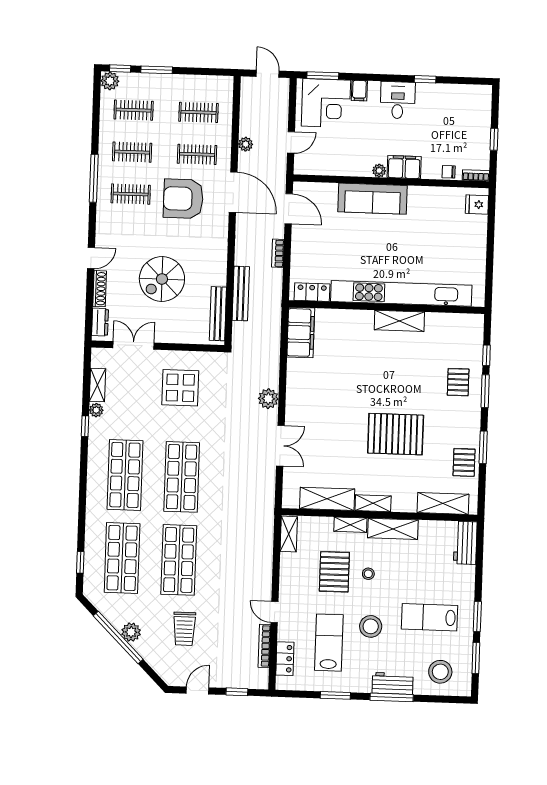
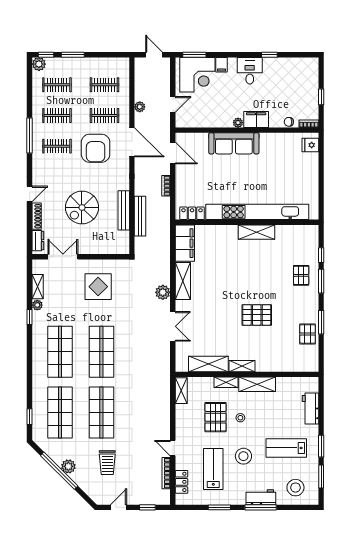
armchair: (183, 199) -> (96, 148), turned -90
bench: (218, 314) -> (124, 210), moved
pallet: (396, 434) -> (257, 315), width x0.73, depth x0.71
shelving: (443, 503) -> (183, 281), moved, turned 90
workbench: (465, 543) -> (310, 409), moved

